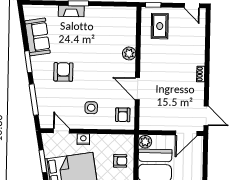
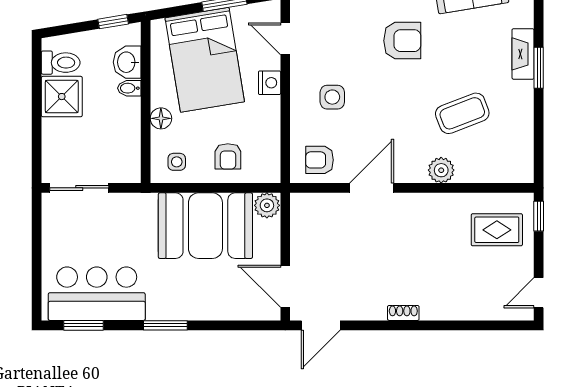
coffee table: (101, 42) -> (462, 113), added
door: (61, 131) -> (285, 39), swing flipped

